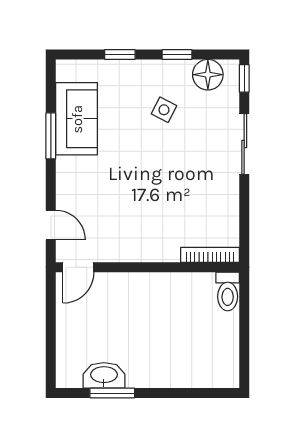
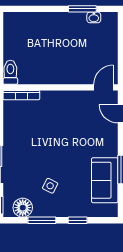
window: (177, 55) -> (42, 220), width x1.50
washbasin: (104, 375) -> (94, 17), width x0.52, depth x0.69

